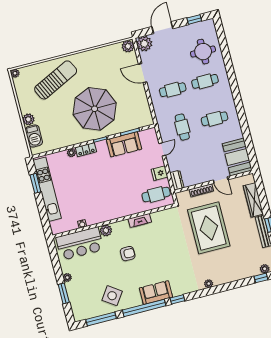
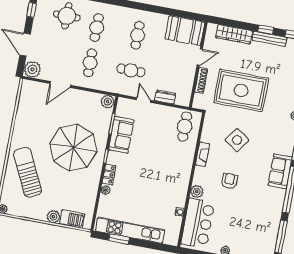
plant: (128, 46) -> (108, 102), moved
fridge: (160, 173) -> (166, 113), removed
dresser: (177, 180) -> (165, 97), moved
side table: (112, 296) -> (237, 140), moved

